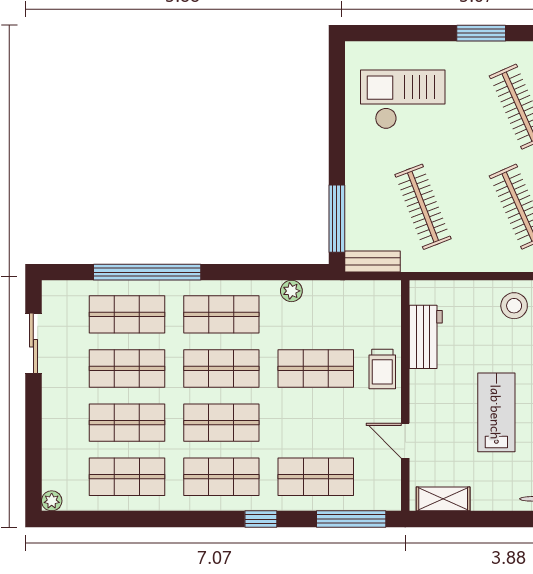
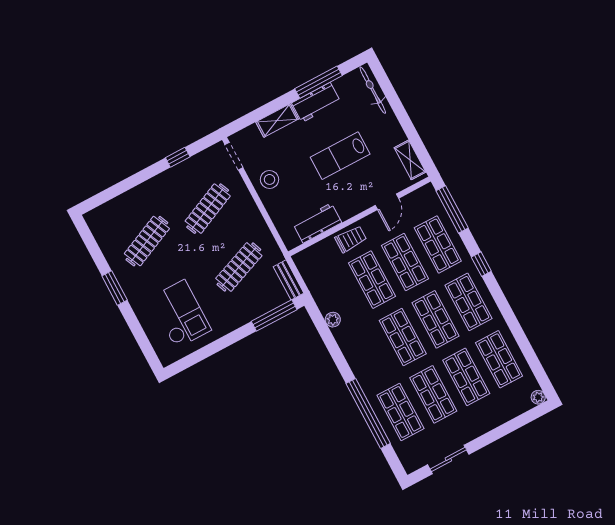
checkout: (403, 99) -> (180, 314), turned 180
shop shelf: (221, 314) -> (405, 262), moved

